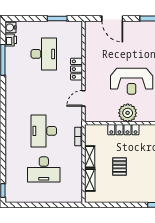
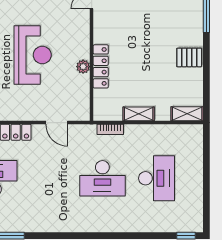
plant: (128, 113) -> (83, 67), width x0.53, depth x0.53
pallet: (119, 167) -> (189, 57), moved
shelving: (90, 180) -> (187, 114), moved

